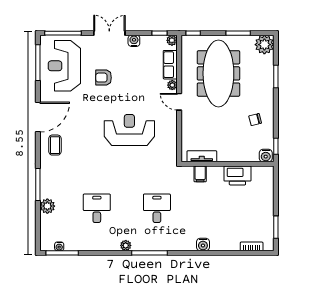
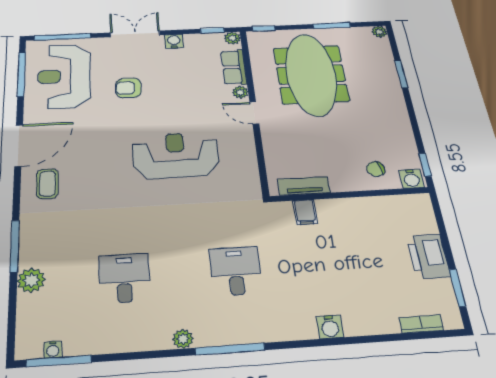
plant: (264, 45) -> (379, 32), width x0.53, depth x0.53
chair: (255, 120) -> (376, 169), moved
printer: (237, 175) -> (429, 256), moved, turned 90

